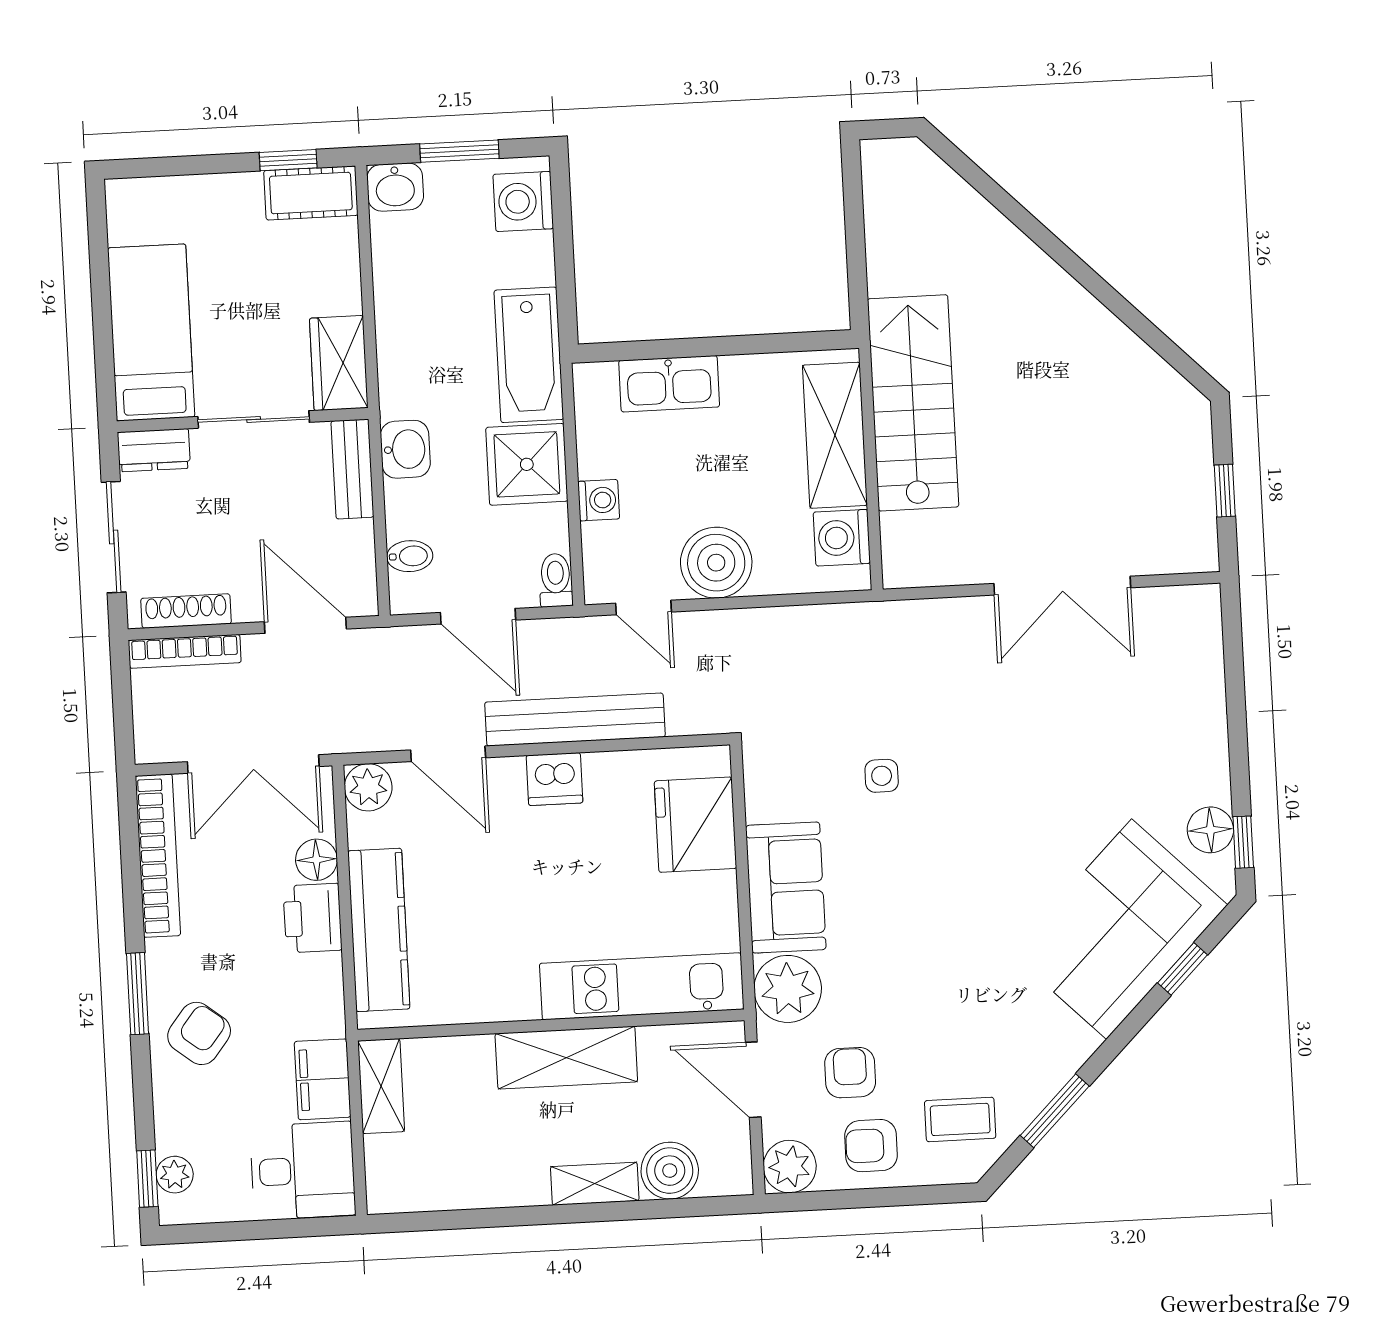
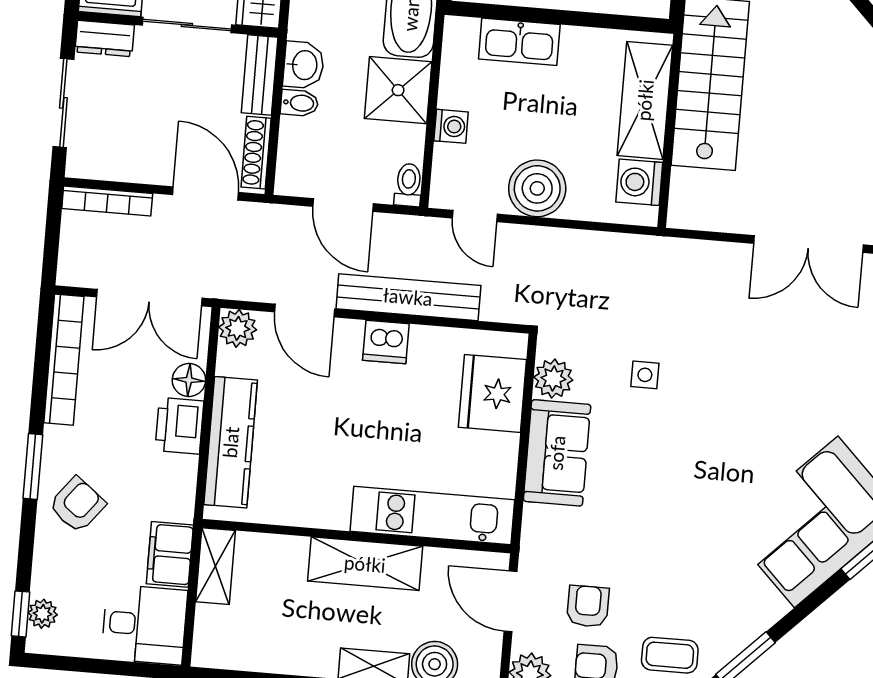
bidet: (410, 556) -> (299, 103), moved
shoe rack: (186, 611) -> (256, 153), moved, turned -90
plant: (788, 989) -> (553, 379), moved, width x0.73, depth x0.73

